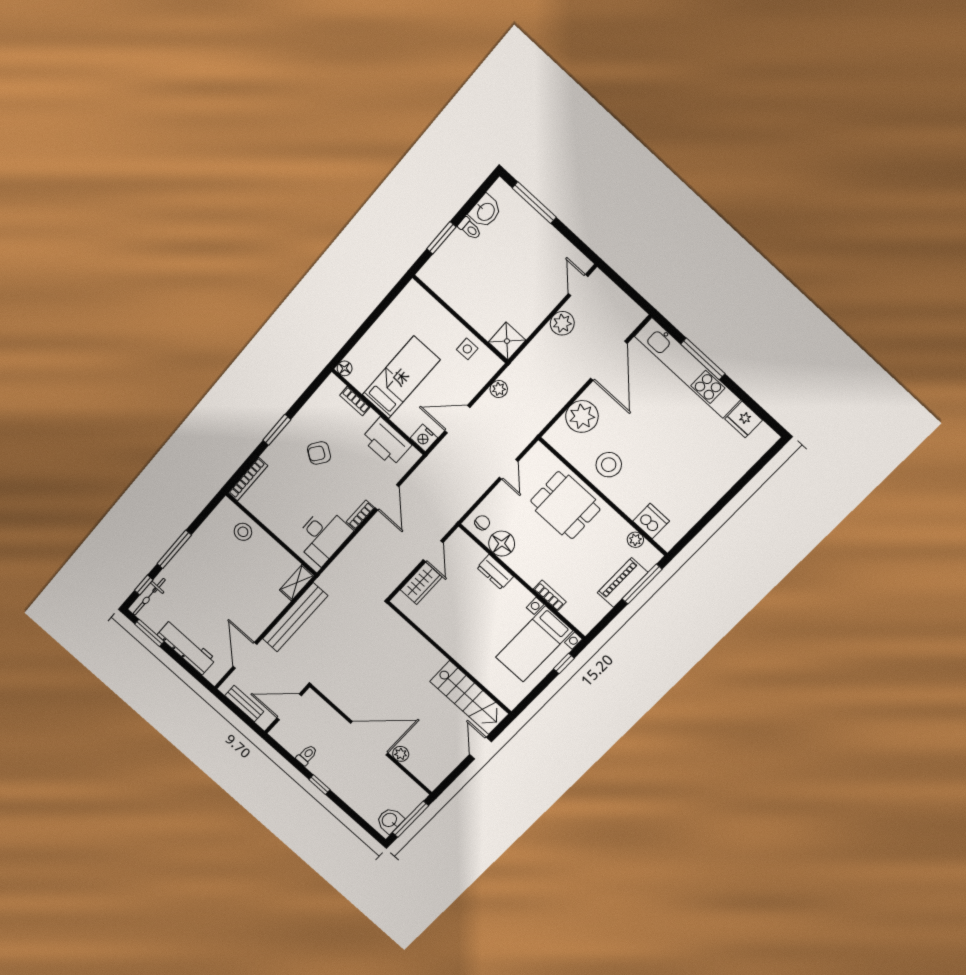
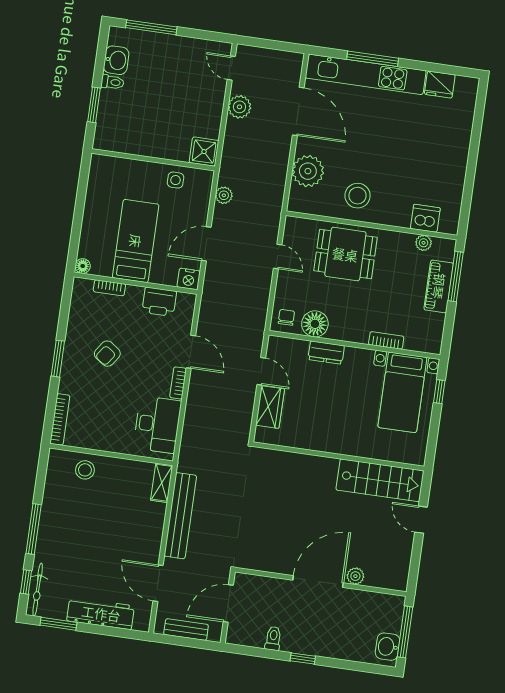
printer: (386, 442) -> (159, 302), width x0.73, depth x0.84

